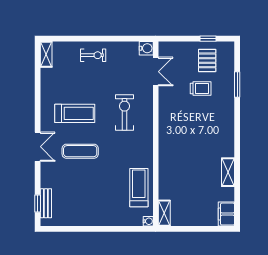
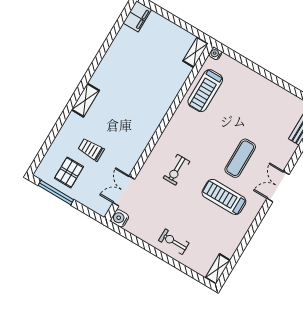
window: (208, 39) -> (56, 193), width x2.17
window: (237, 85) -> (54, 133), removed
exercise bike: (124, 113) -> (176, 170), width x0.73, depth x0.72
exercise mat: (80, 151) -> (240, 158), turned 90
shelving: (228, 172) -> (85, 100), moved

